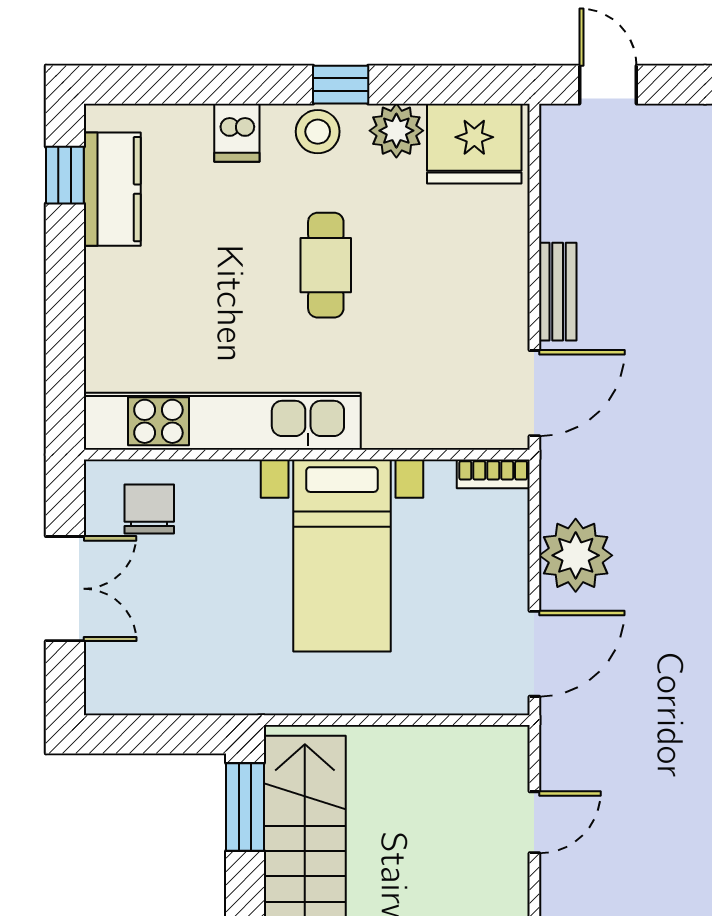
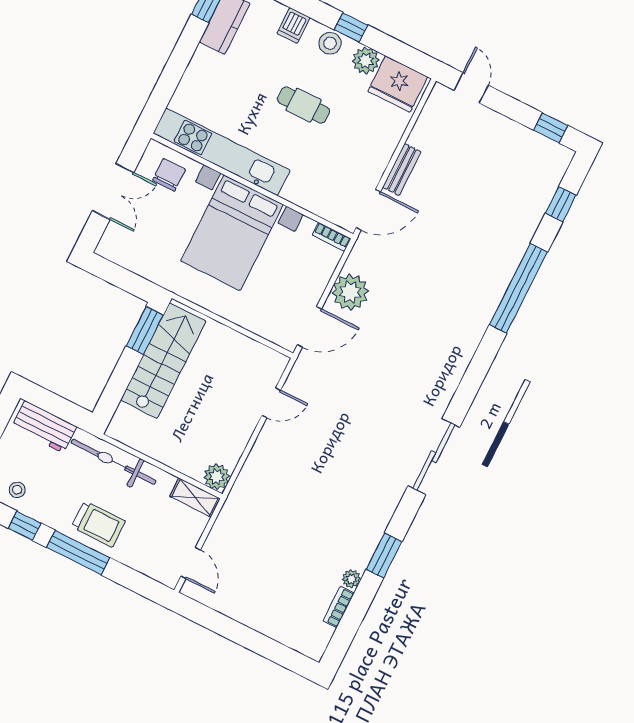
cafe table: (326, 265) -> (304, 105), turned 90
bed with nightstands: (342, 555) -> (232, 233), width x1.36

